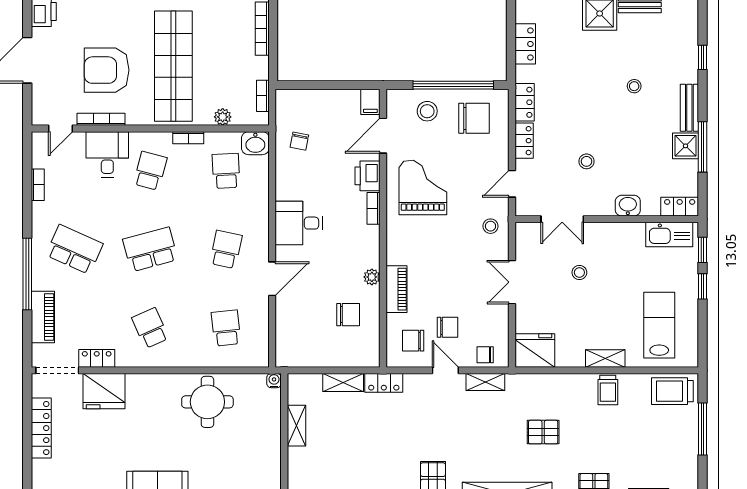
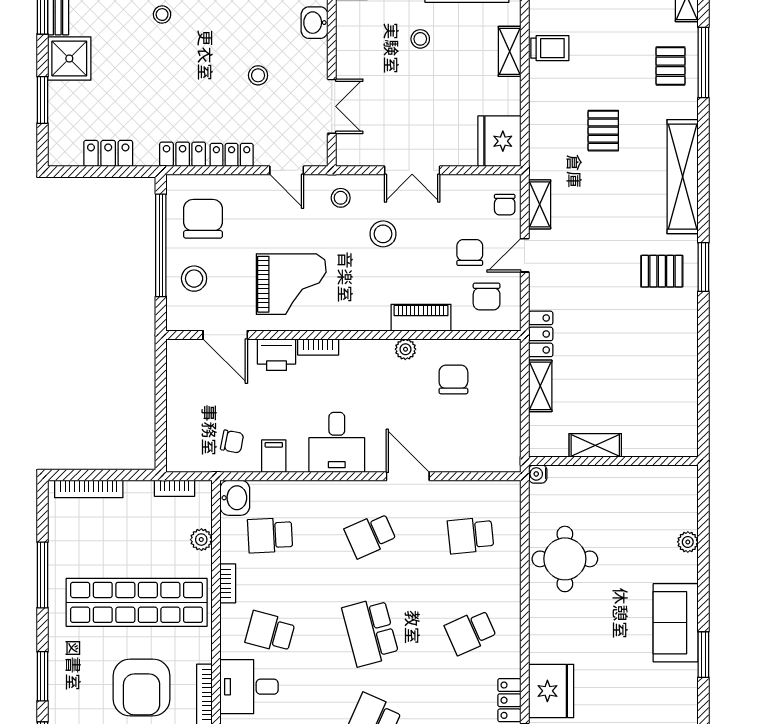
filing cabinet: (370, 102) -> (274, 456), moved, turned -90
grand piano: (423, 187) -> (291, 284), turned 180
school desk: (226, 249) -> (370, 535), turned -36
stool: (462, 259) -> (383, 234), added
stool: (579, 272) -> (420, 39), moved

